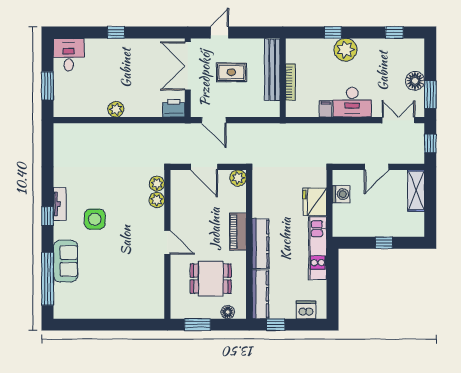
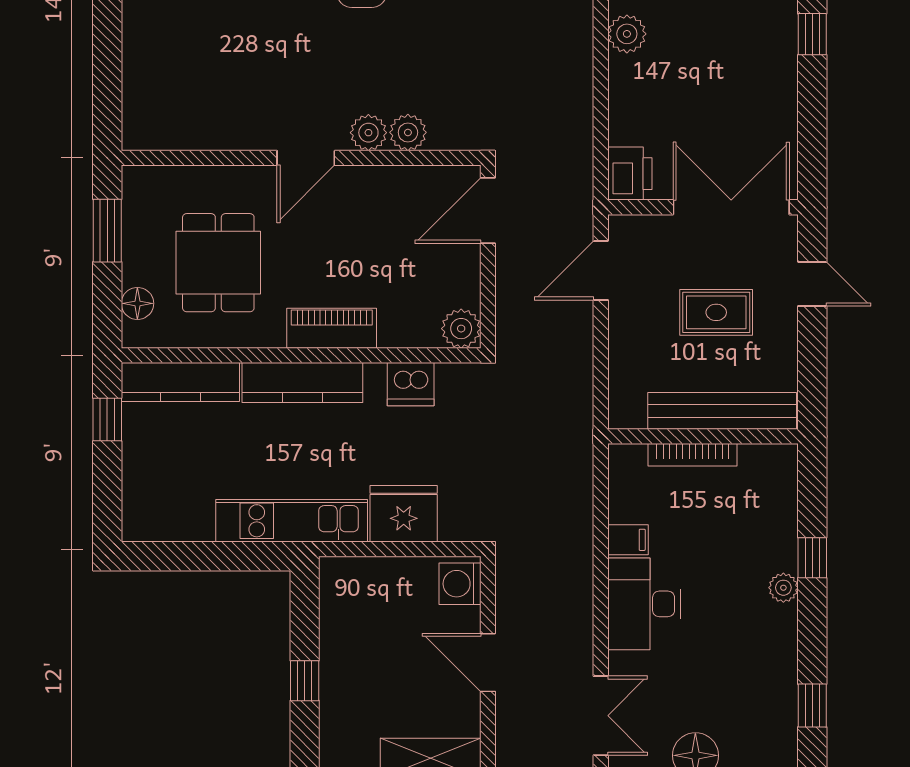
plant: (345, 50) -> (783, 588), width x0.53, depth x0.53
rug: (231, 72) -> (716, 312), turned 90
door: (204, 167) -> (488, 210), moved
plant: (157, 184) -> (368, 133), moved
washing machine: (341, 194) -> (460, 584), moved, turned 90
dishwasher: (306, 310) -> (411, 384), moved, turned 90

